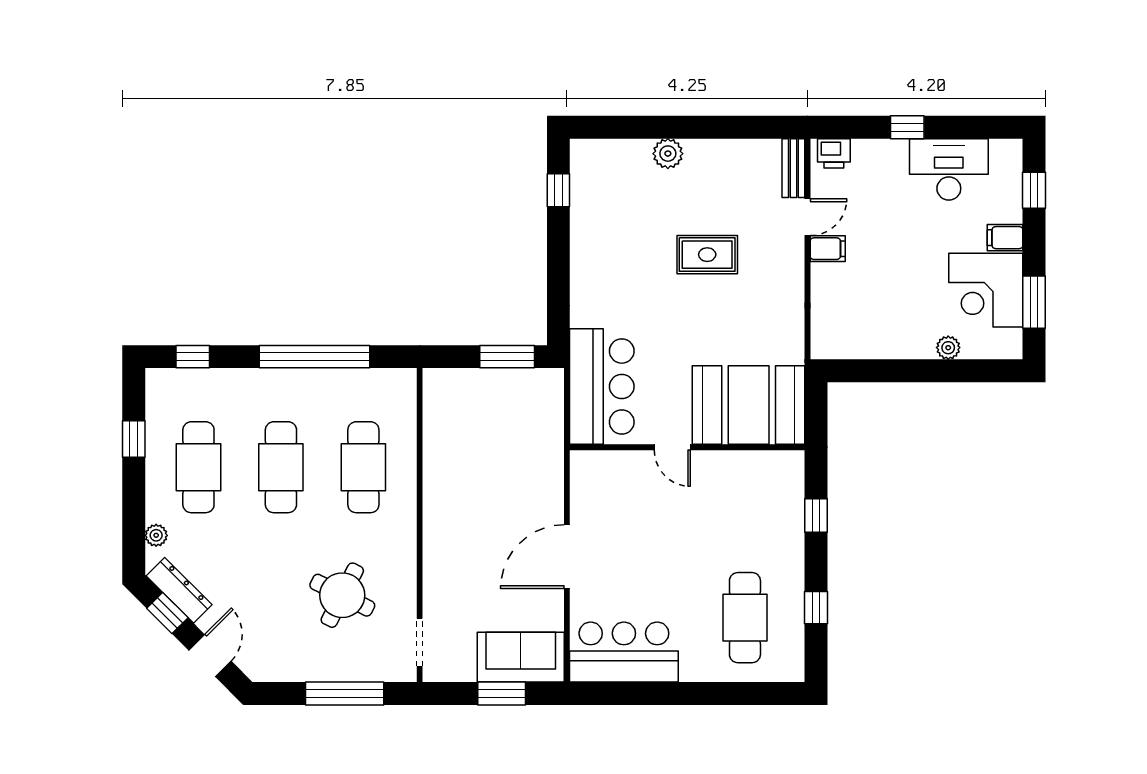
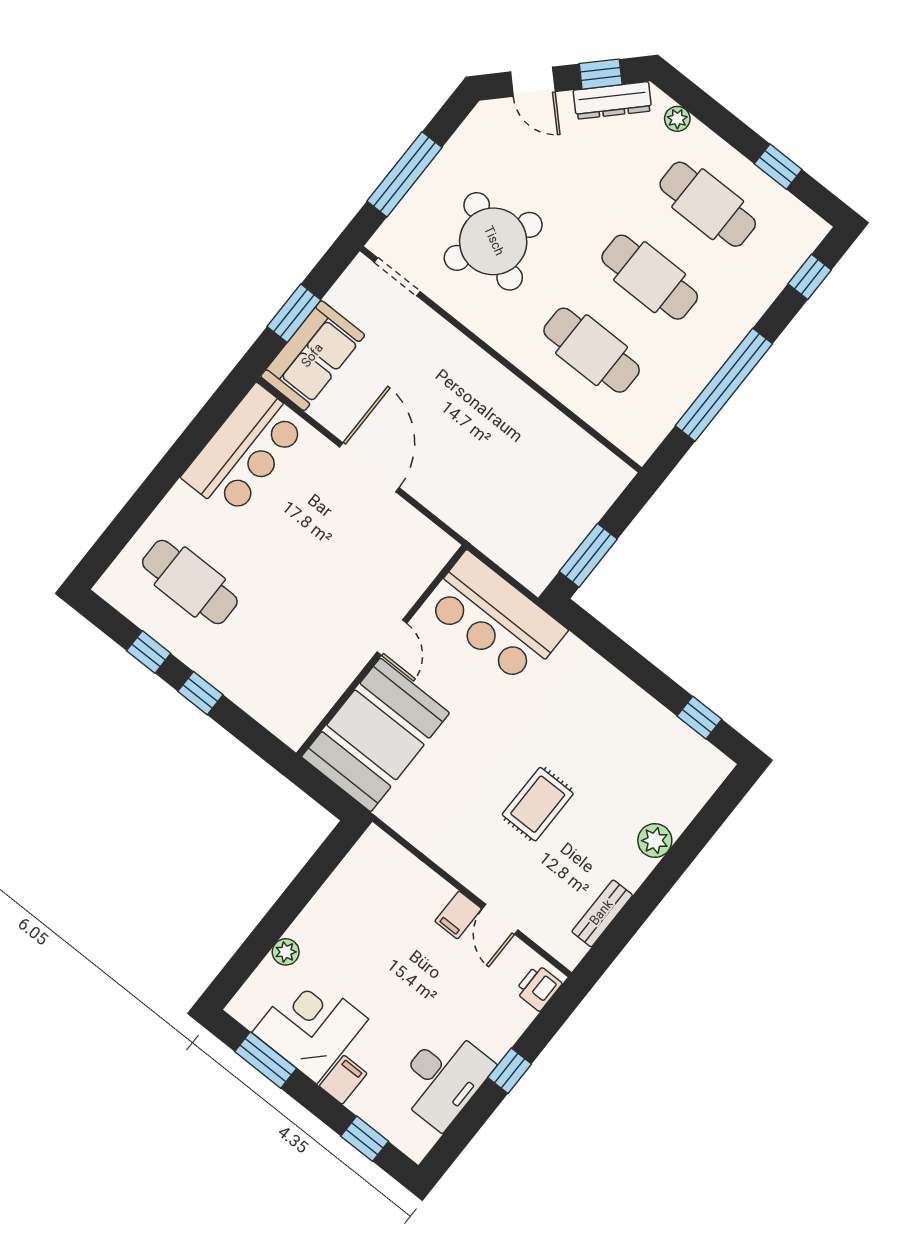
bench: (793, 168) -> (602, 913), moved, turned 90
door: (672, 447) -> (392, 638), swing flipped
window: (816, 515) -> (200, 693), moved
round table: (342, 595) -> (493, 241), width x1.36, depth x1.36

